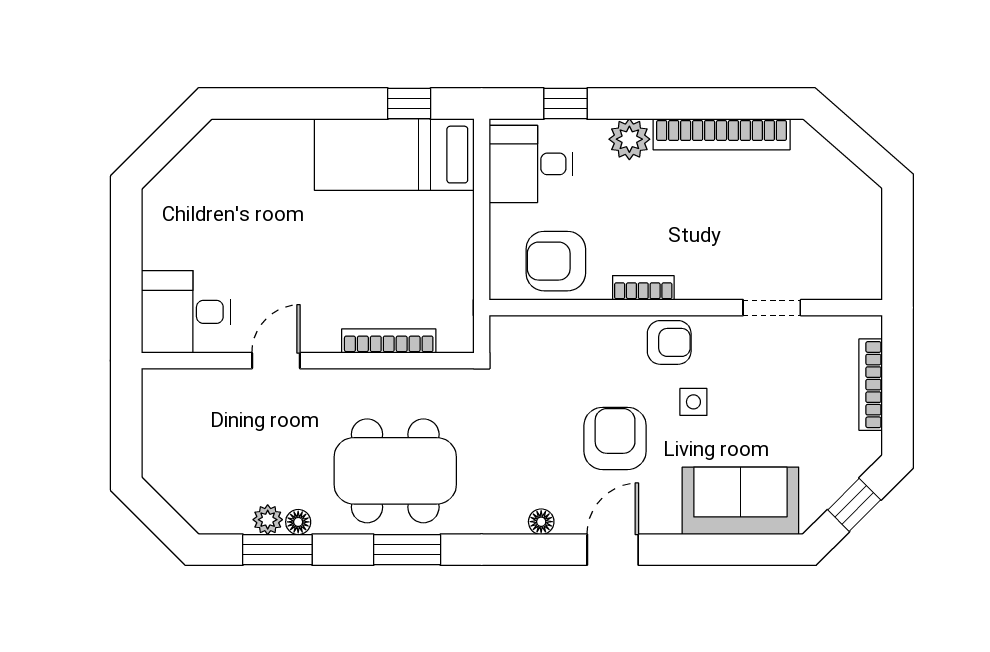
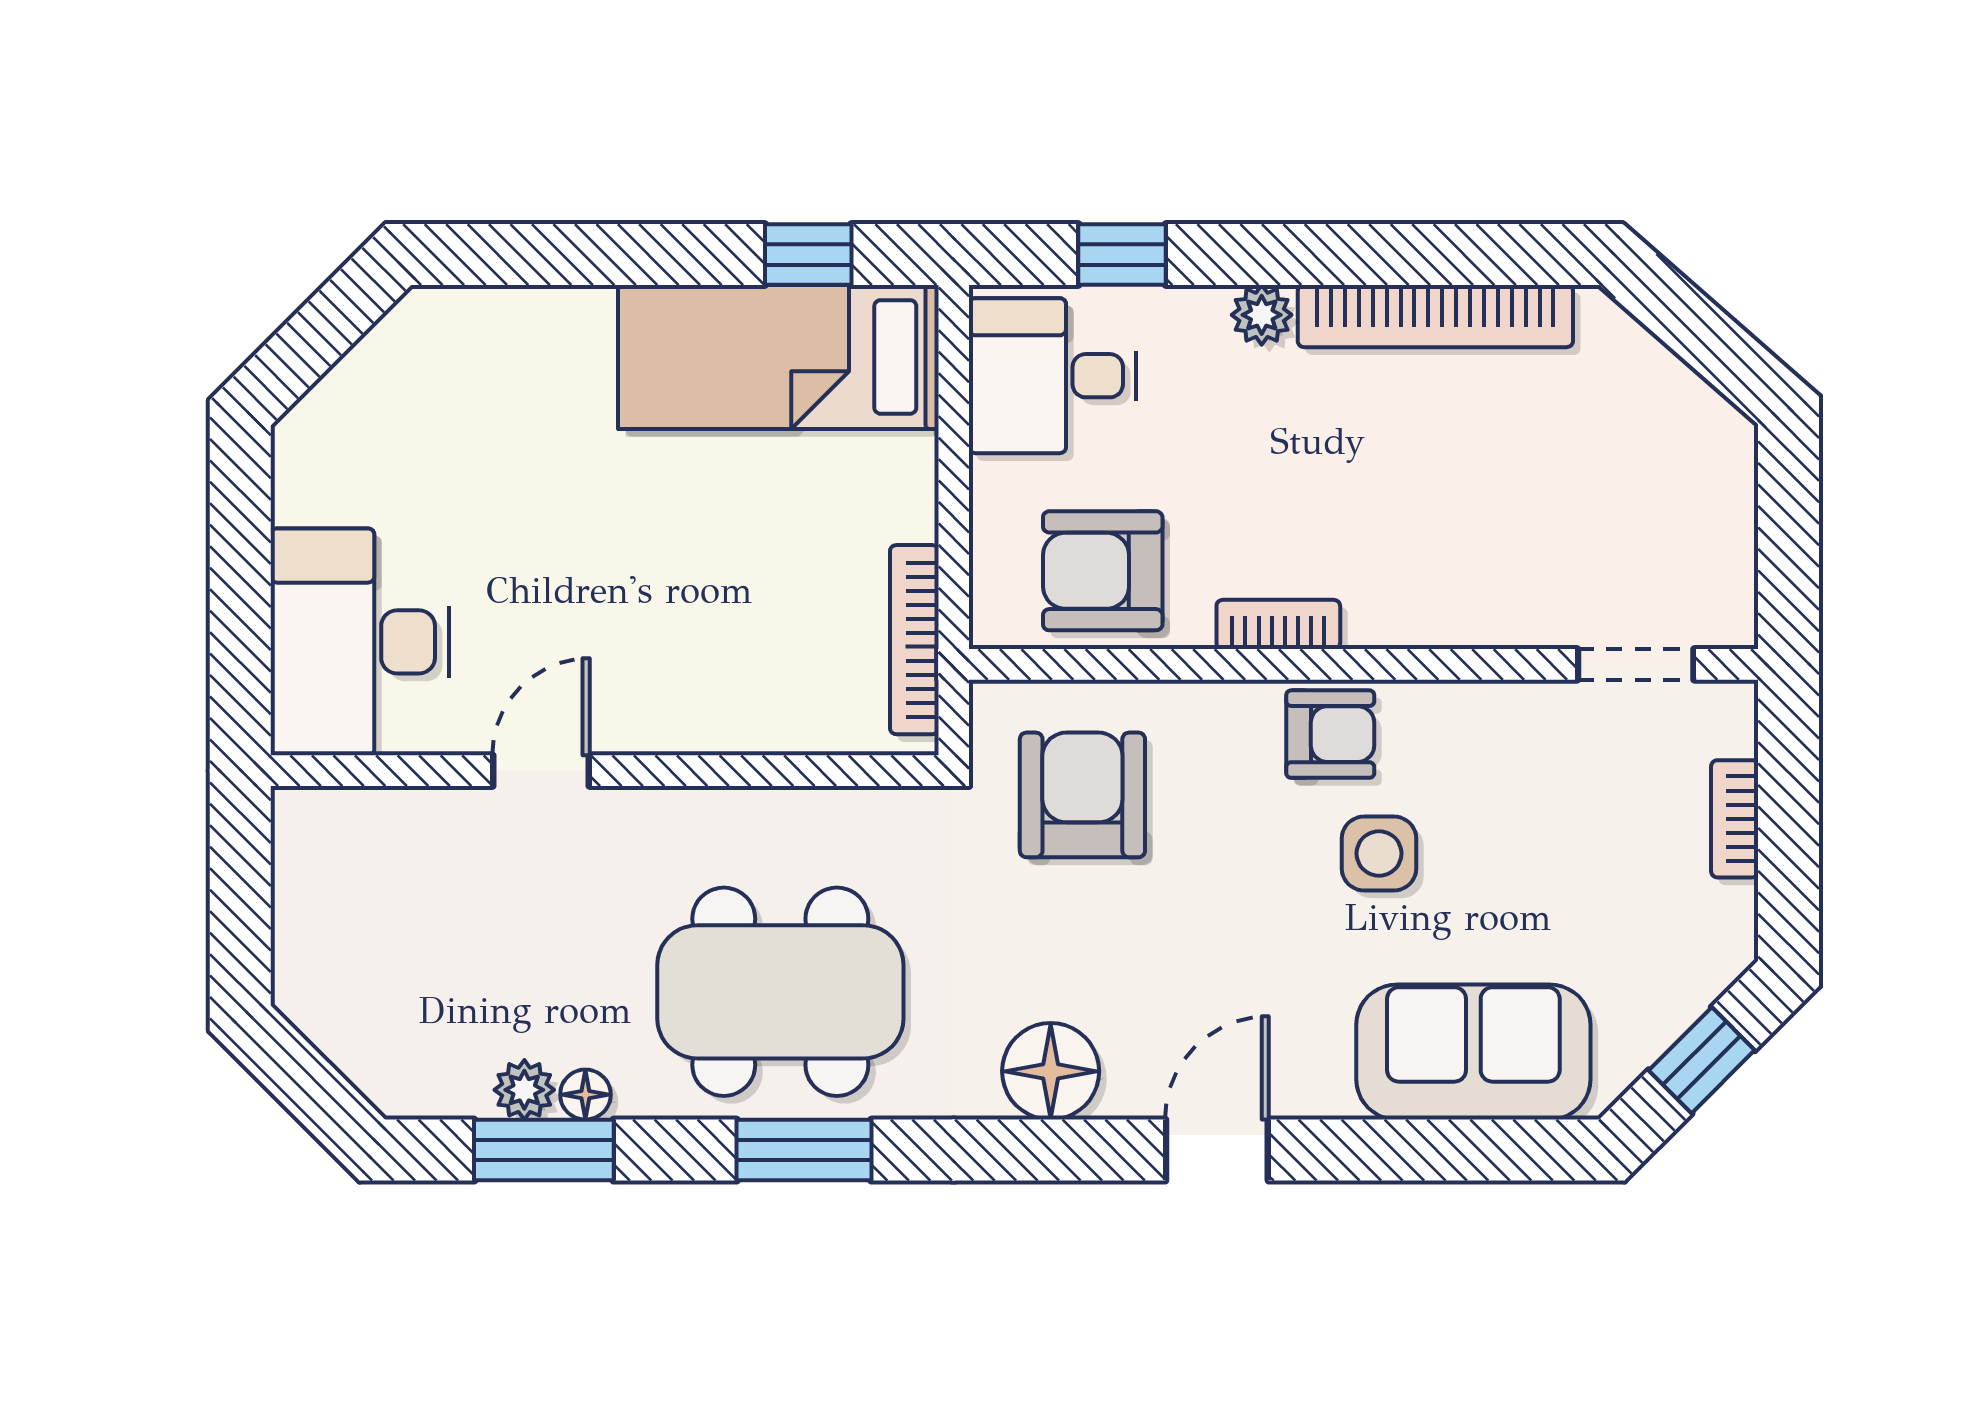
plant: (629, 139) -> (1262, 315), width x0.73, depth x0.73
doorway: (772, 308) -> (1636, 664), moved
desk: (186, 312) -> (360, 642), width x1.37
bookcase: (389, 341) -> (914, 640), moved, turned -90
bookcase: (871, 385) -> (1735, 819), width x0.64
side table: (693, 402) -> (1379, 853), width x1.37, depth x1.37
armchair: (615, 438) -> (1082, 795), moved
floor lamp: (541, 522) -> (1051, 1071), width x1.89, depth x1.89

